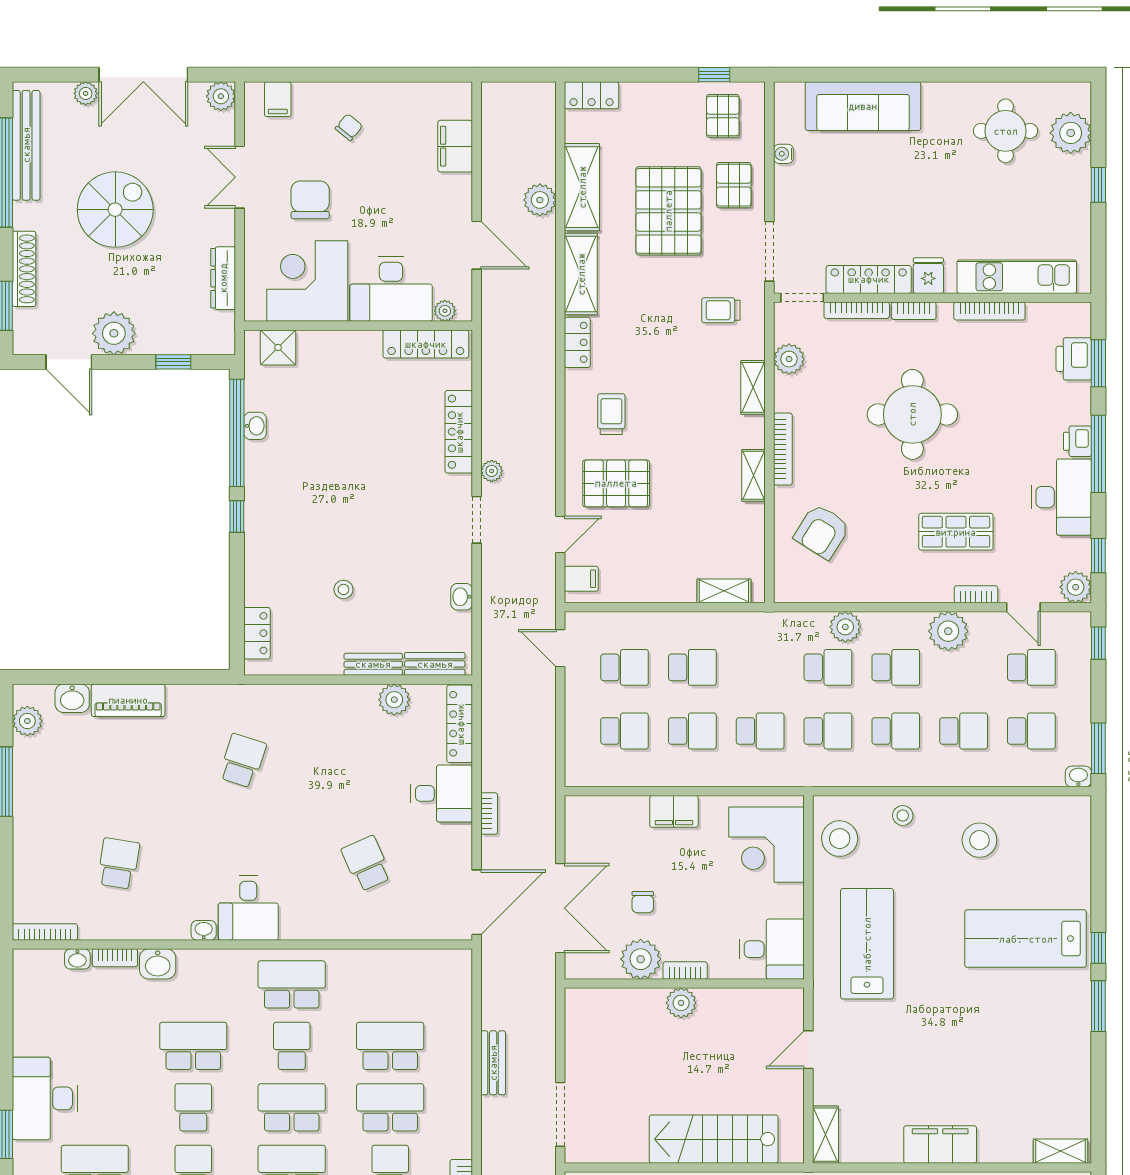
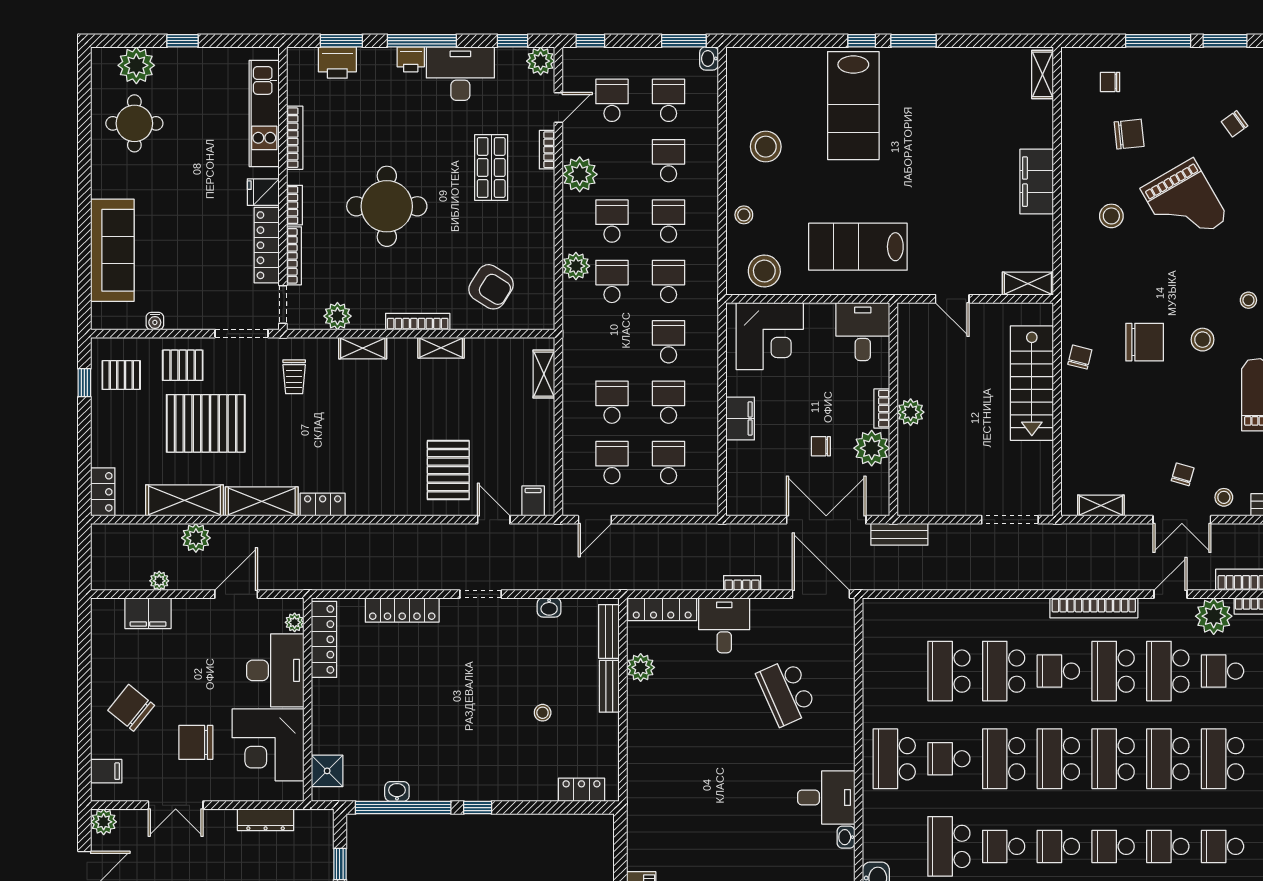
chair: (349, 127) -> (131, 708), width x1.87, depth x1.87
trolley: (611, 414) -> (386, 474), removed
plant: (492, 471) -> (159, 581), moved
school desk: (242, 761) -> (695, 803), removed
school desk: (367, 863) -> (787, 692), width x1.85
chair: (643, 902) -> (821, 446), turned 180
bench: (493, 1063) -> (899, 534), moved

